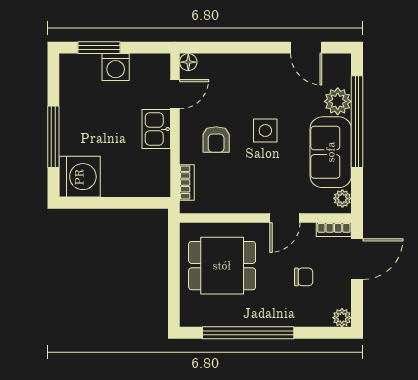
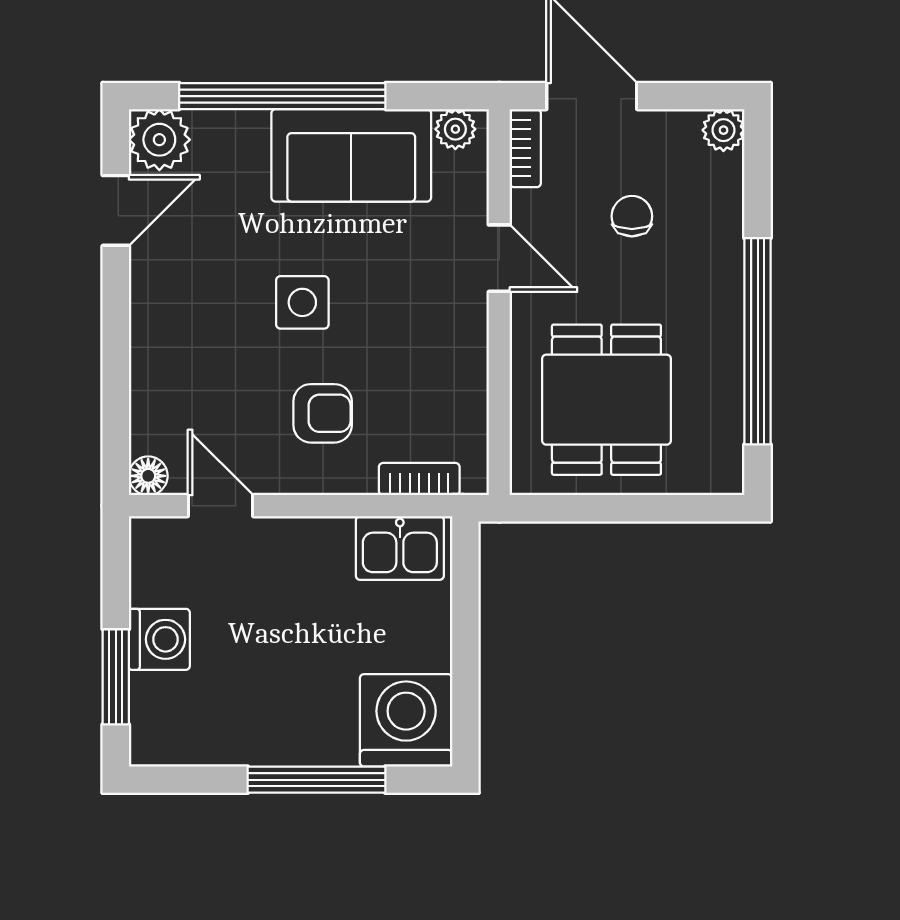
plant: (338, 101) -> (159, 140), moved
kitchen sink: (156, 129) -> (400, 548), moved

